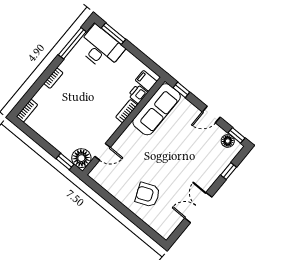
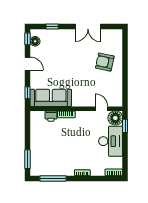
desk: (101, 48) -> (111, 141), moved, turned 180
filing cabinet: (146, 81) -> (39, 118), removed
armchair: (148, 195) -> (105, 62), turned 125

